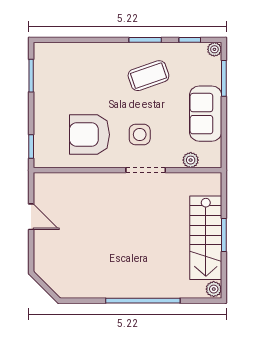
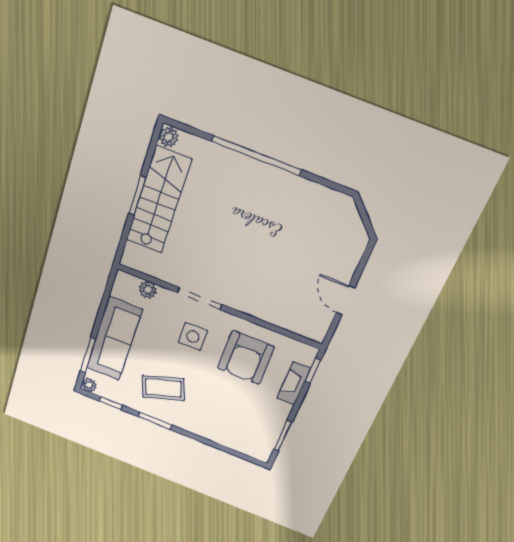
sofa: (206, 114) -> (114, 339), width x1.36
fireplace: (42, 129) -> (294, 383), added
armchair: (89, 135) -> (246, 358), turned 90

